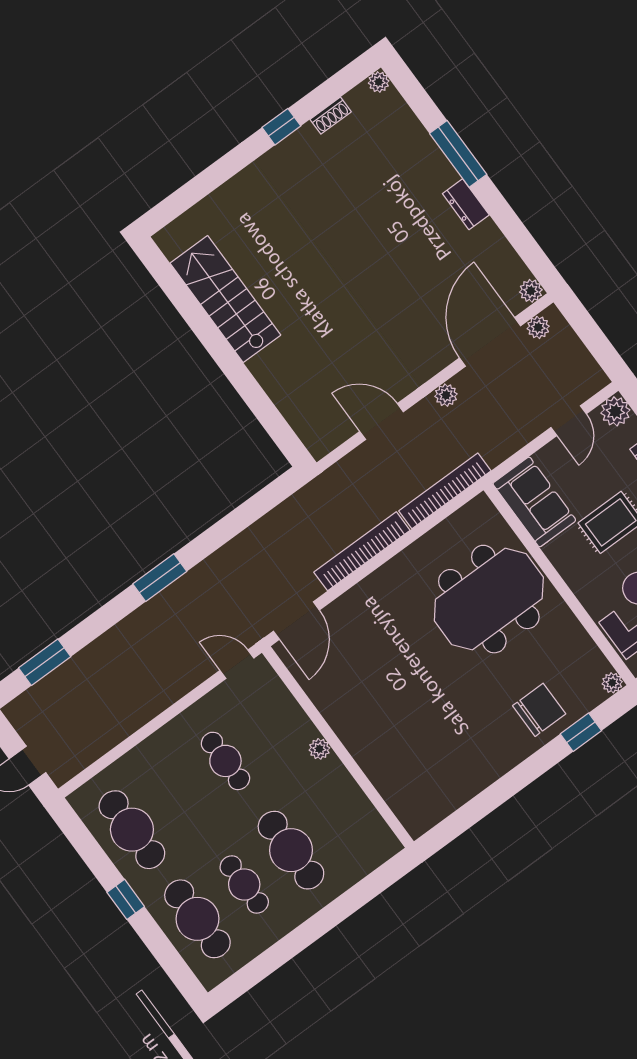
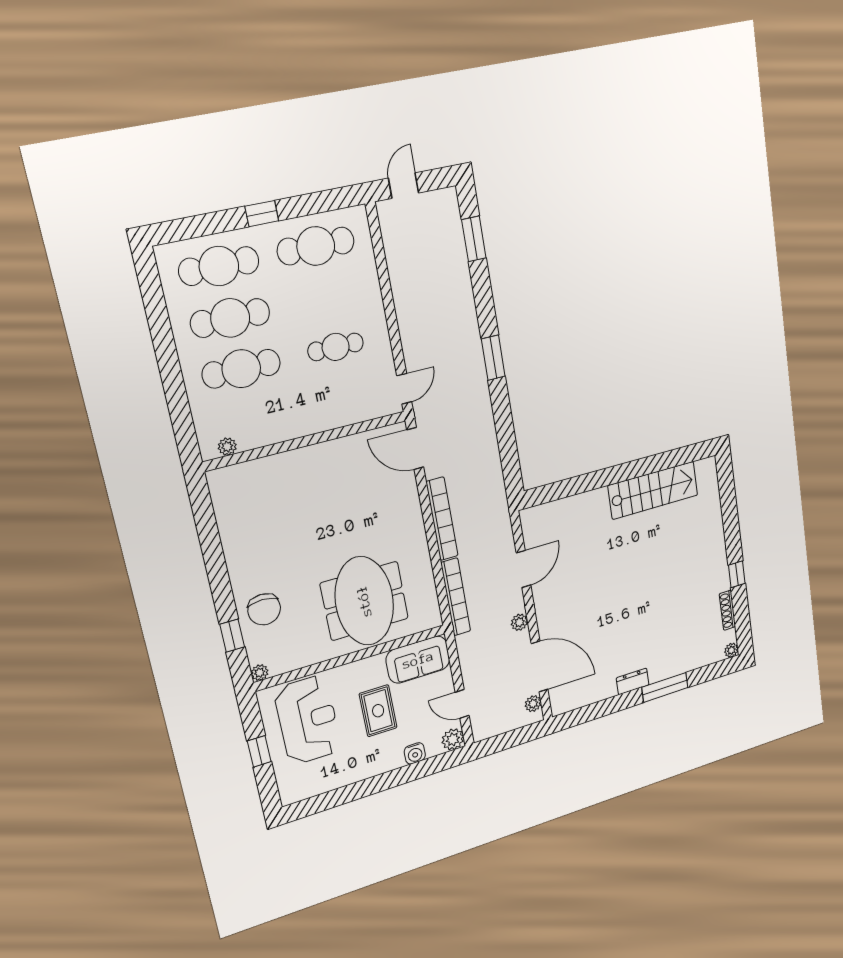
shoe rack: (331, 116) -> (727, 610), width x1.43
plant: (531, 291) -> (559, 707), removed
plant: (319, 749) -> (227, 447), moved
cafe table: (244, 884) -> (230, 318), width x1.37, depth x1.35

